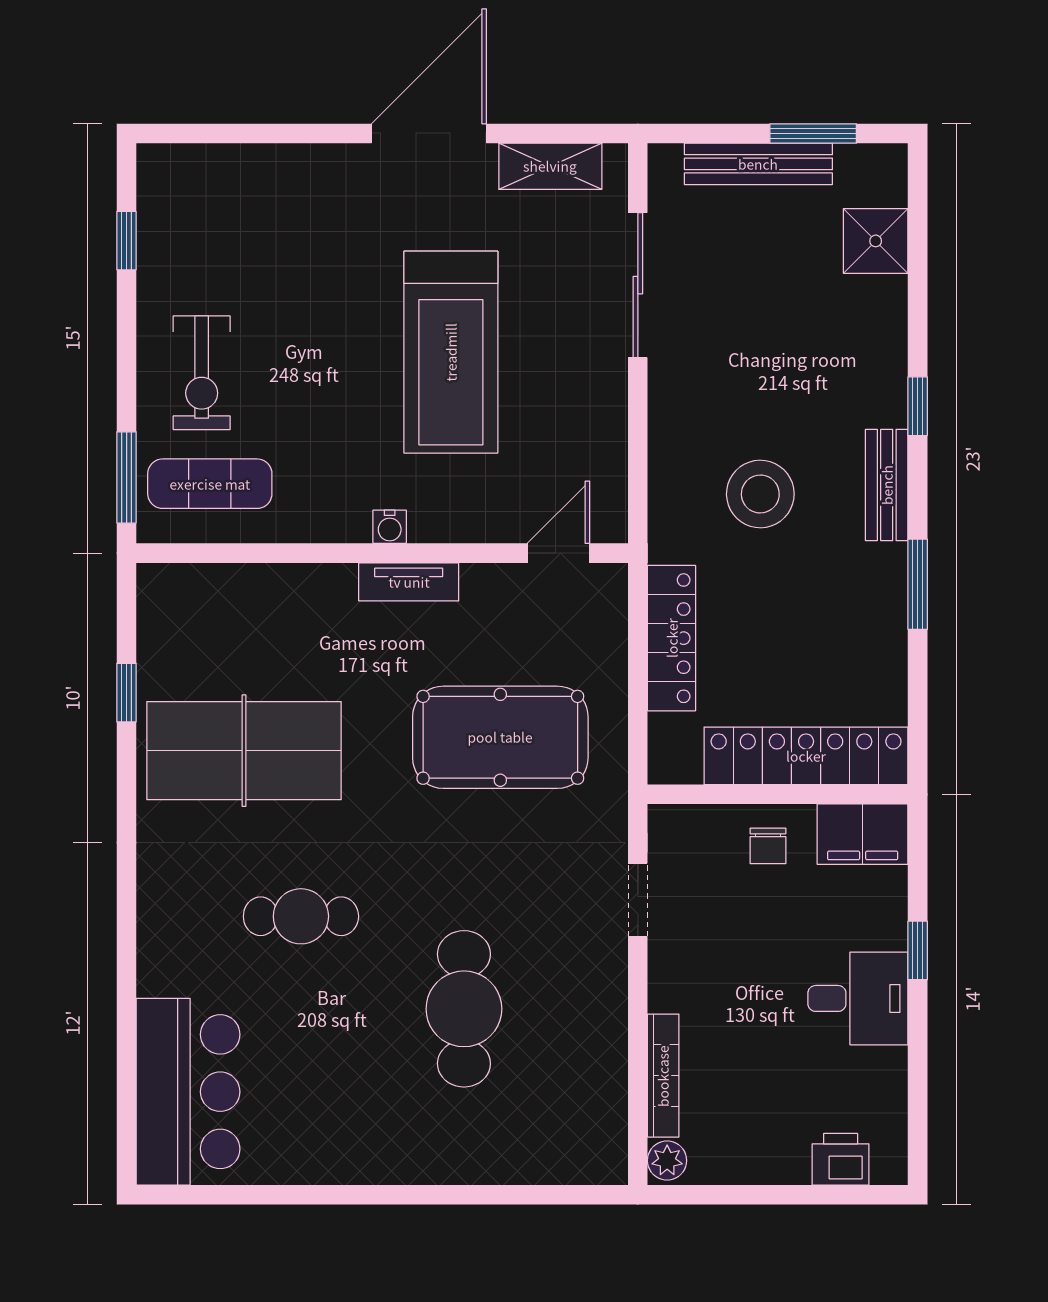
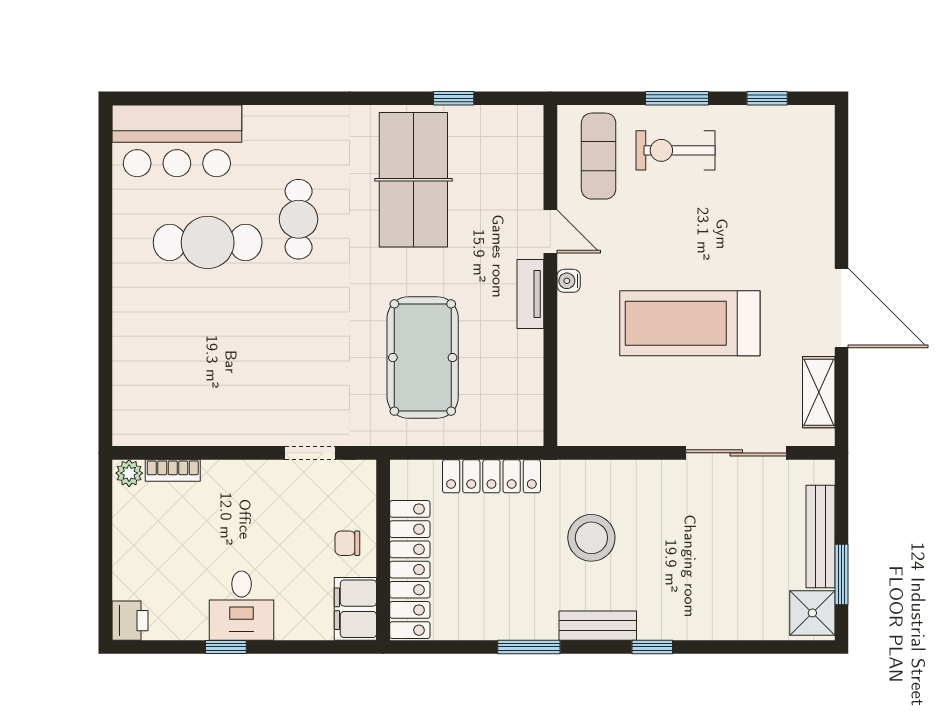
shower: (876, 241) -> (812, 613), moved
window: (127, 477) -> (677, 98), moved
door: (558, 553) -> (550, 231), moved
window: (918, 950) -> (226, 647), moved
cafe table: (464, 1009) -> (208, 242), moved
bookcase: (663, 1076) -> (173, 471), width x0.64
printer: (841, 1159) -> (130, 621), moved

